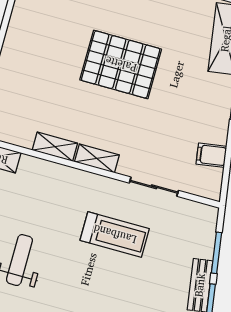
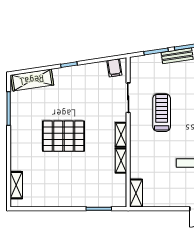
pallet: (121, 64) -> (64, 136), turned 90
filing cabinet: (211, 155) -> (114, 68), moved

